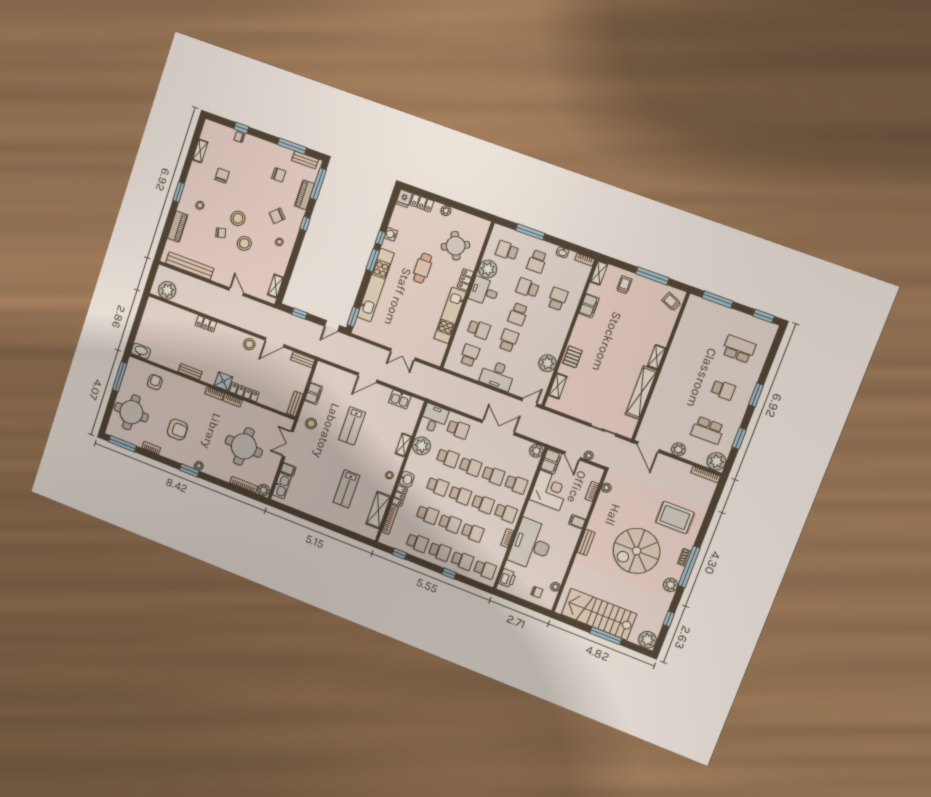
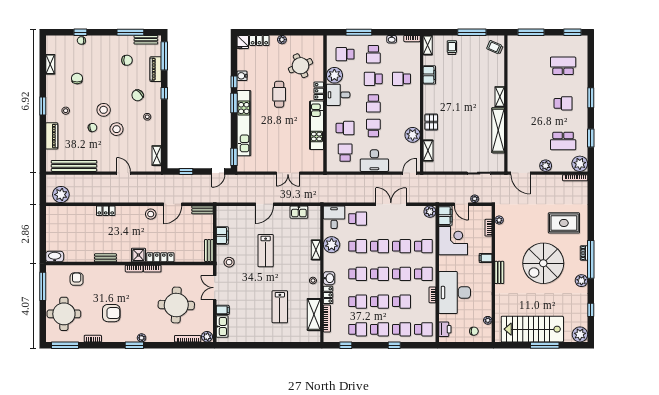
school desk: (558, 299) -> (402, 79), turned -90

